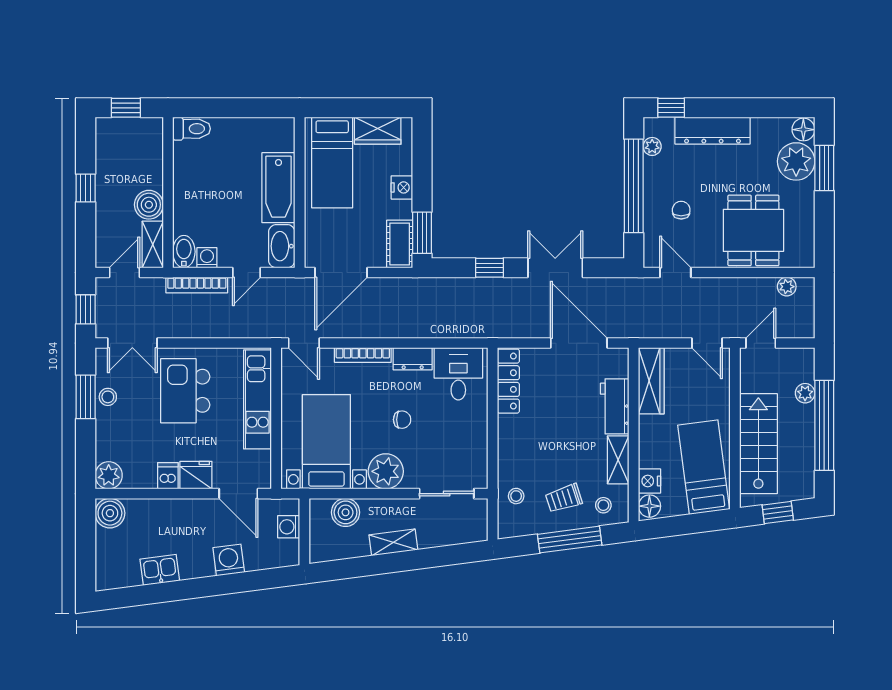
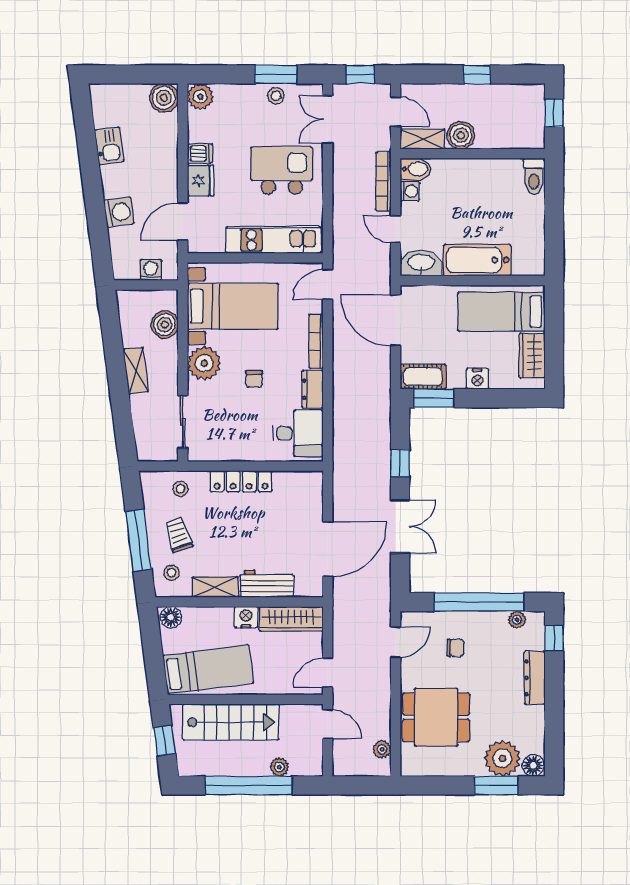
dresser: (712, 131) -> (535, 678), width x0.73, depth x0.80
locker: (508, 381) -> (241, 481), moved
nightstand: (650, 481) -> (246, 617), moved

